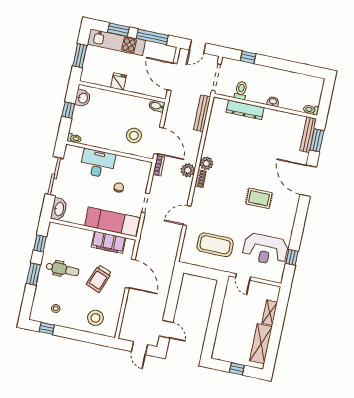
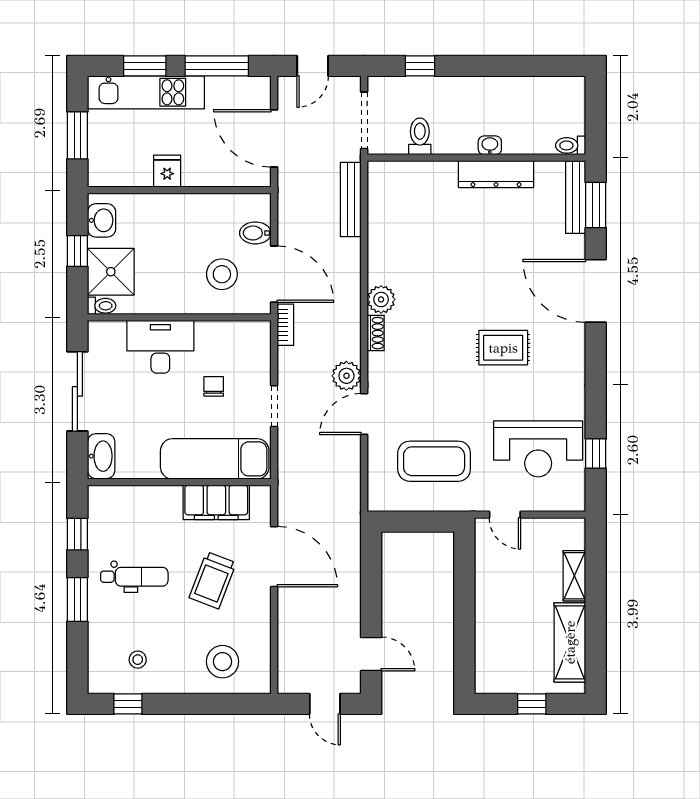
bidet: (157, 106) -> (255, 233), moved
dresser: (245, 110) -> (496, 174), moved
shower: (82, 123) -> (111, 272), added
plant: (188, 170) -> (346, 376), moved

